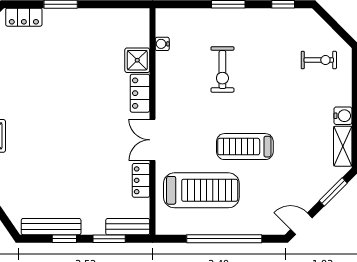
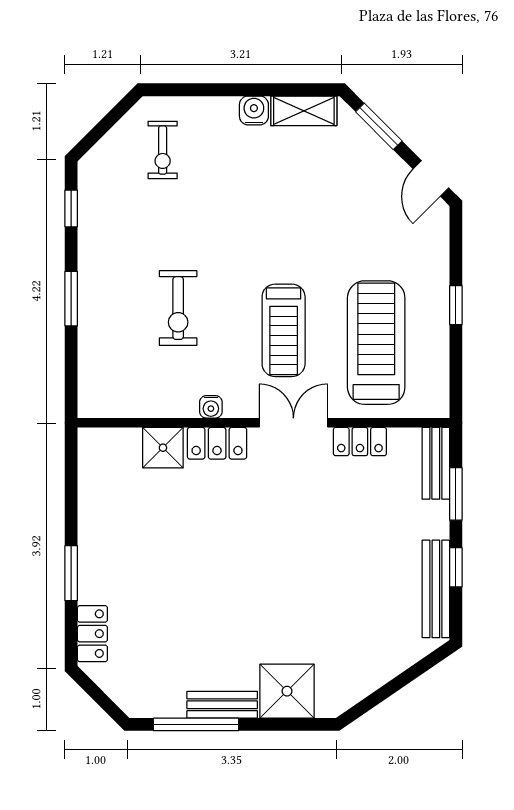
water cooler: (162, 44) -> (211, 407), moved
exercise bike: (319, 60) -> (163, 150), turned 180
exercise bike: (222, 69) -> (178, 308), turned 90
double door: (152, 140) -> (293, 423), swing flipped
treadmill: (245, 147) -> (284, 330), moved
window: (224, 239) -> (456, 305), width x0.32

